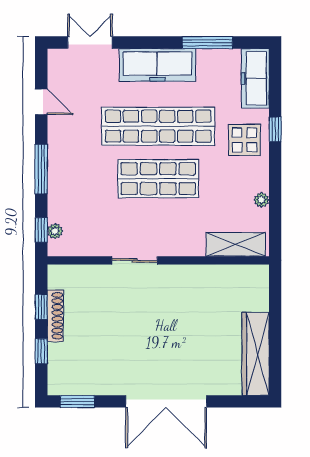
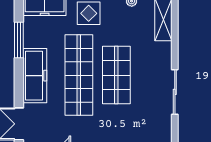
sliding door: (135, 260) -> (175, 92), width x1.37

